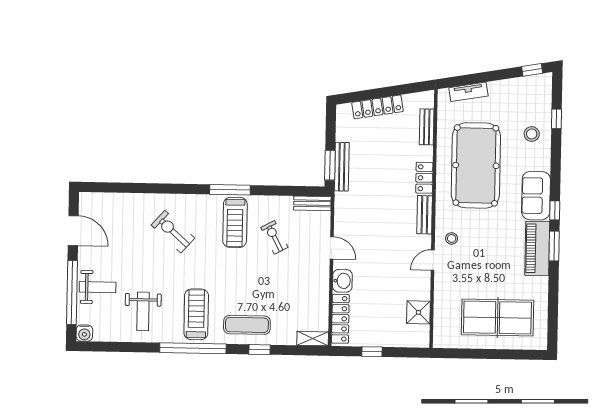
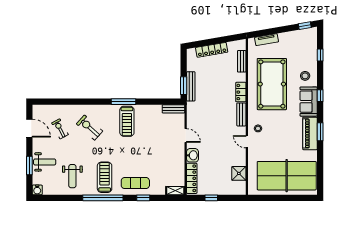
stool: (532, 134) -> (305, 76), moved
window: (555, 210) -> (320, 96), moved
exercise bike: (274, 237) -> (60, 129), moved
door: (433, 260) -> (247, 142), hinge flipped
window: (72, 292) -> (29, 165), width x0.47
table tennis table: (497, 317) -> (287, 176), width x1.36, depth x1.32

